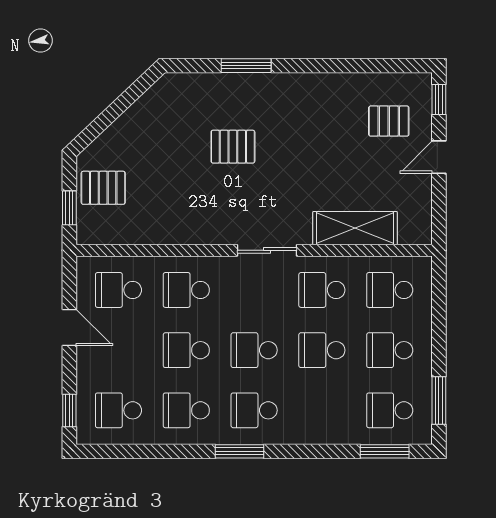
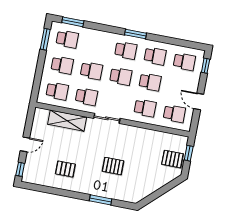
pallet: (389, 121) -> (65, 169), moved

